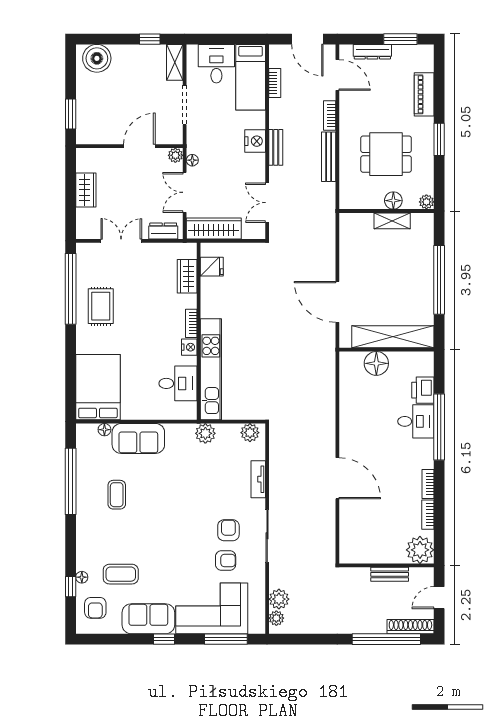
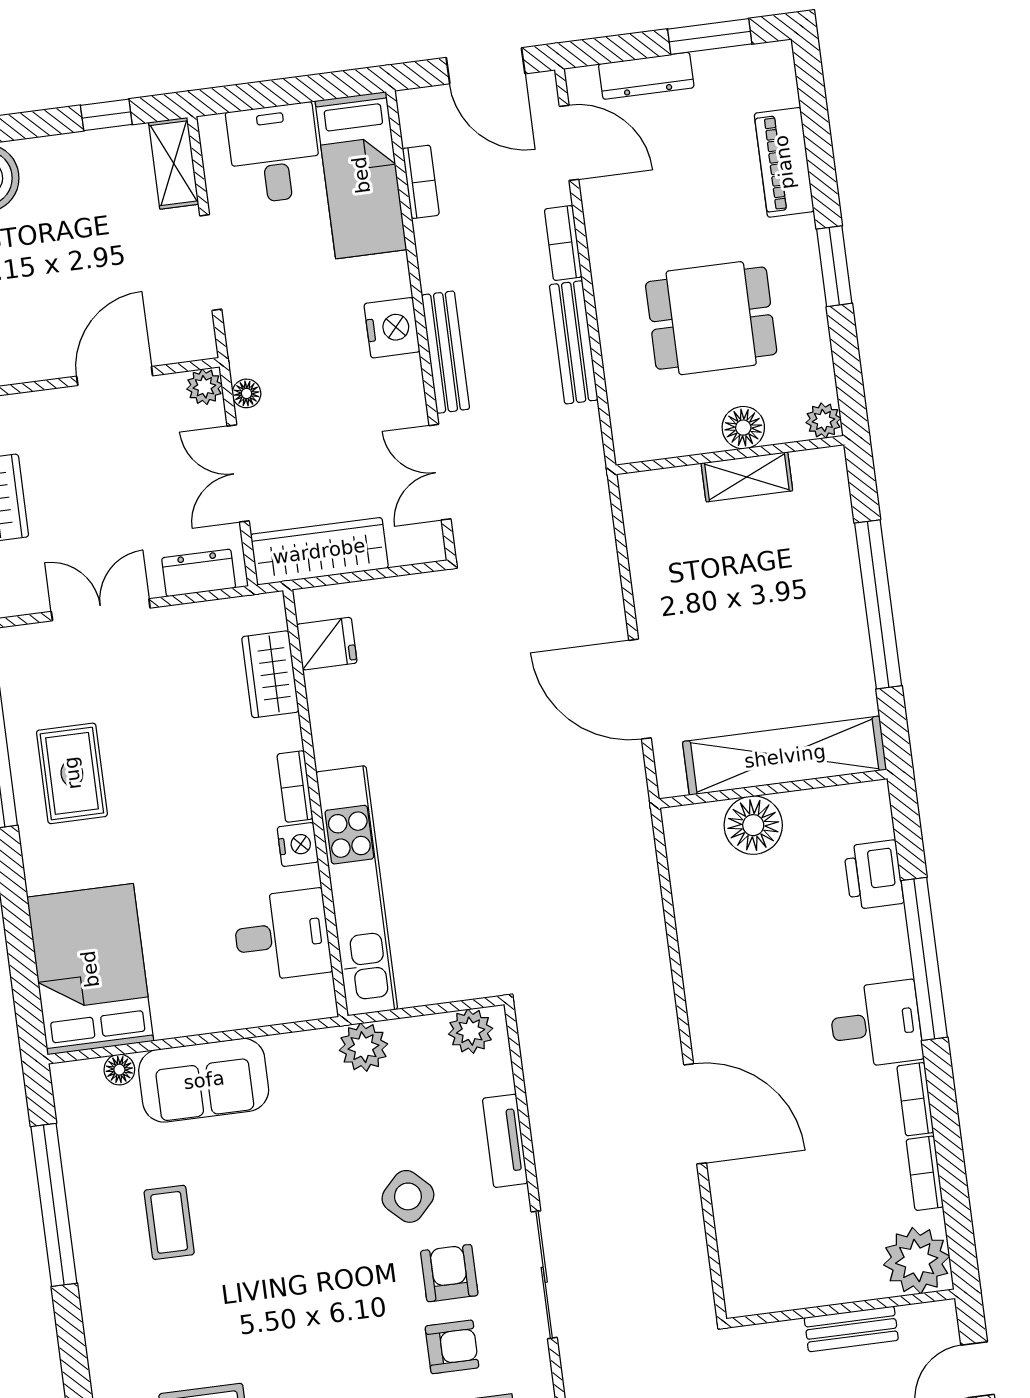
bench: (276, 147) -> (445, 352), width x1.36
desk: (416, 421) -> (876, 1024), moved
side table: (216, 497) -> (408, 1196), added

